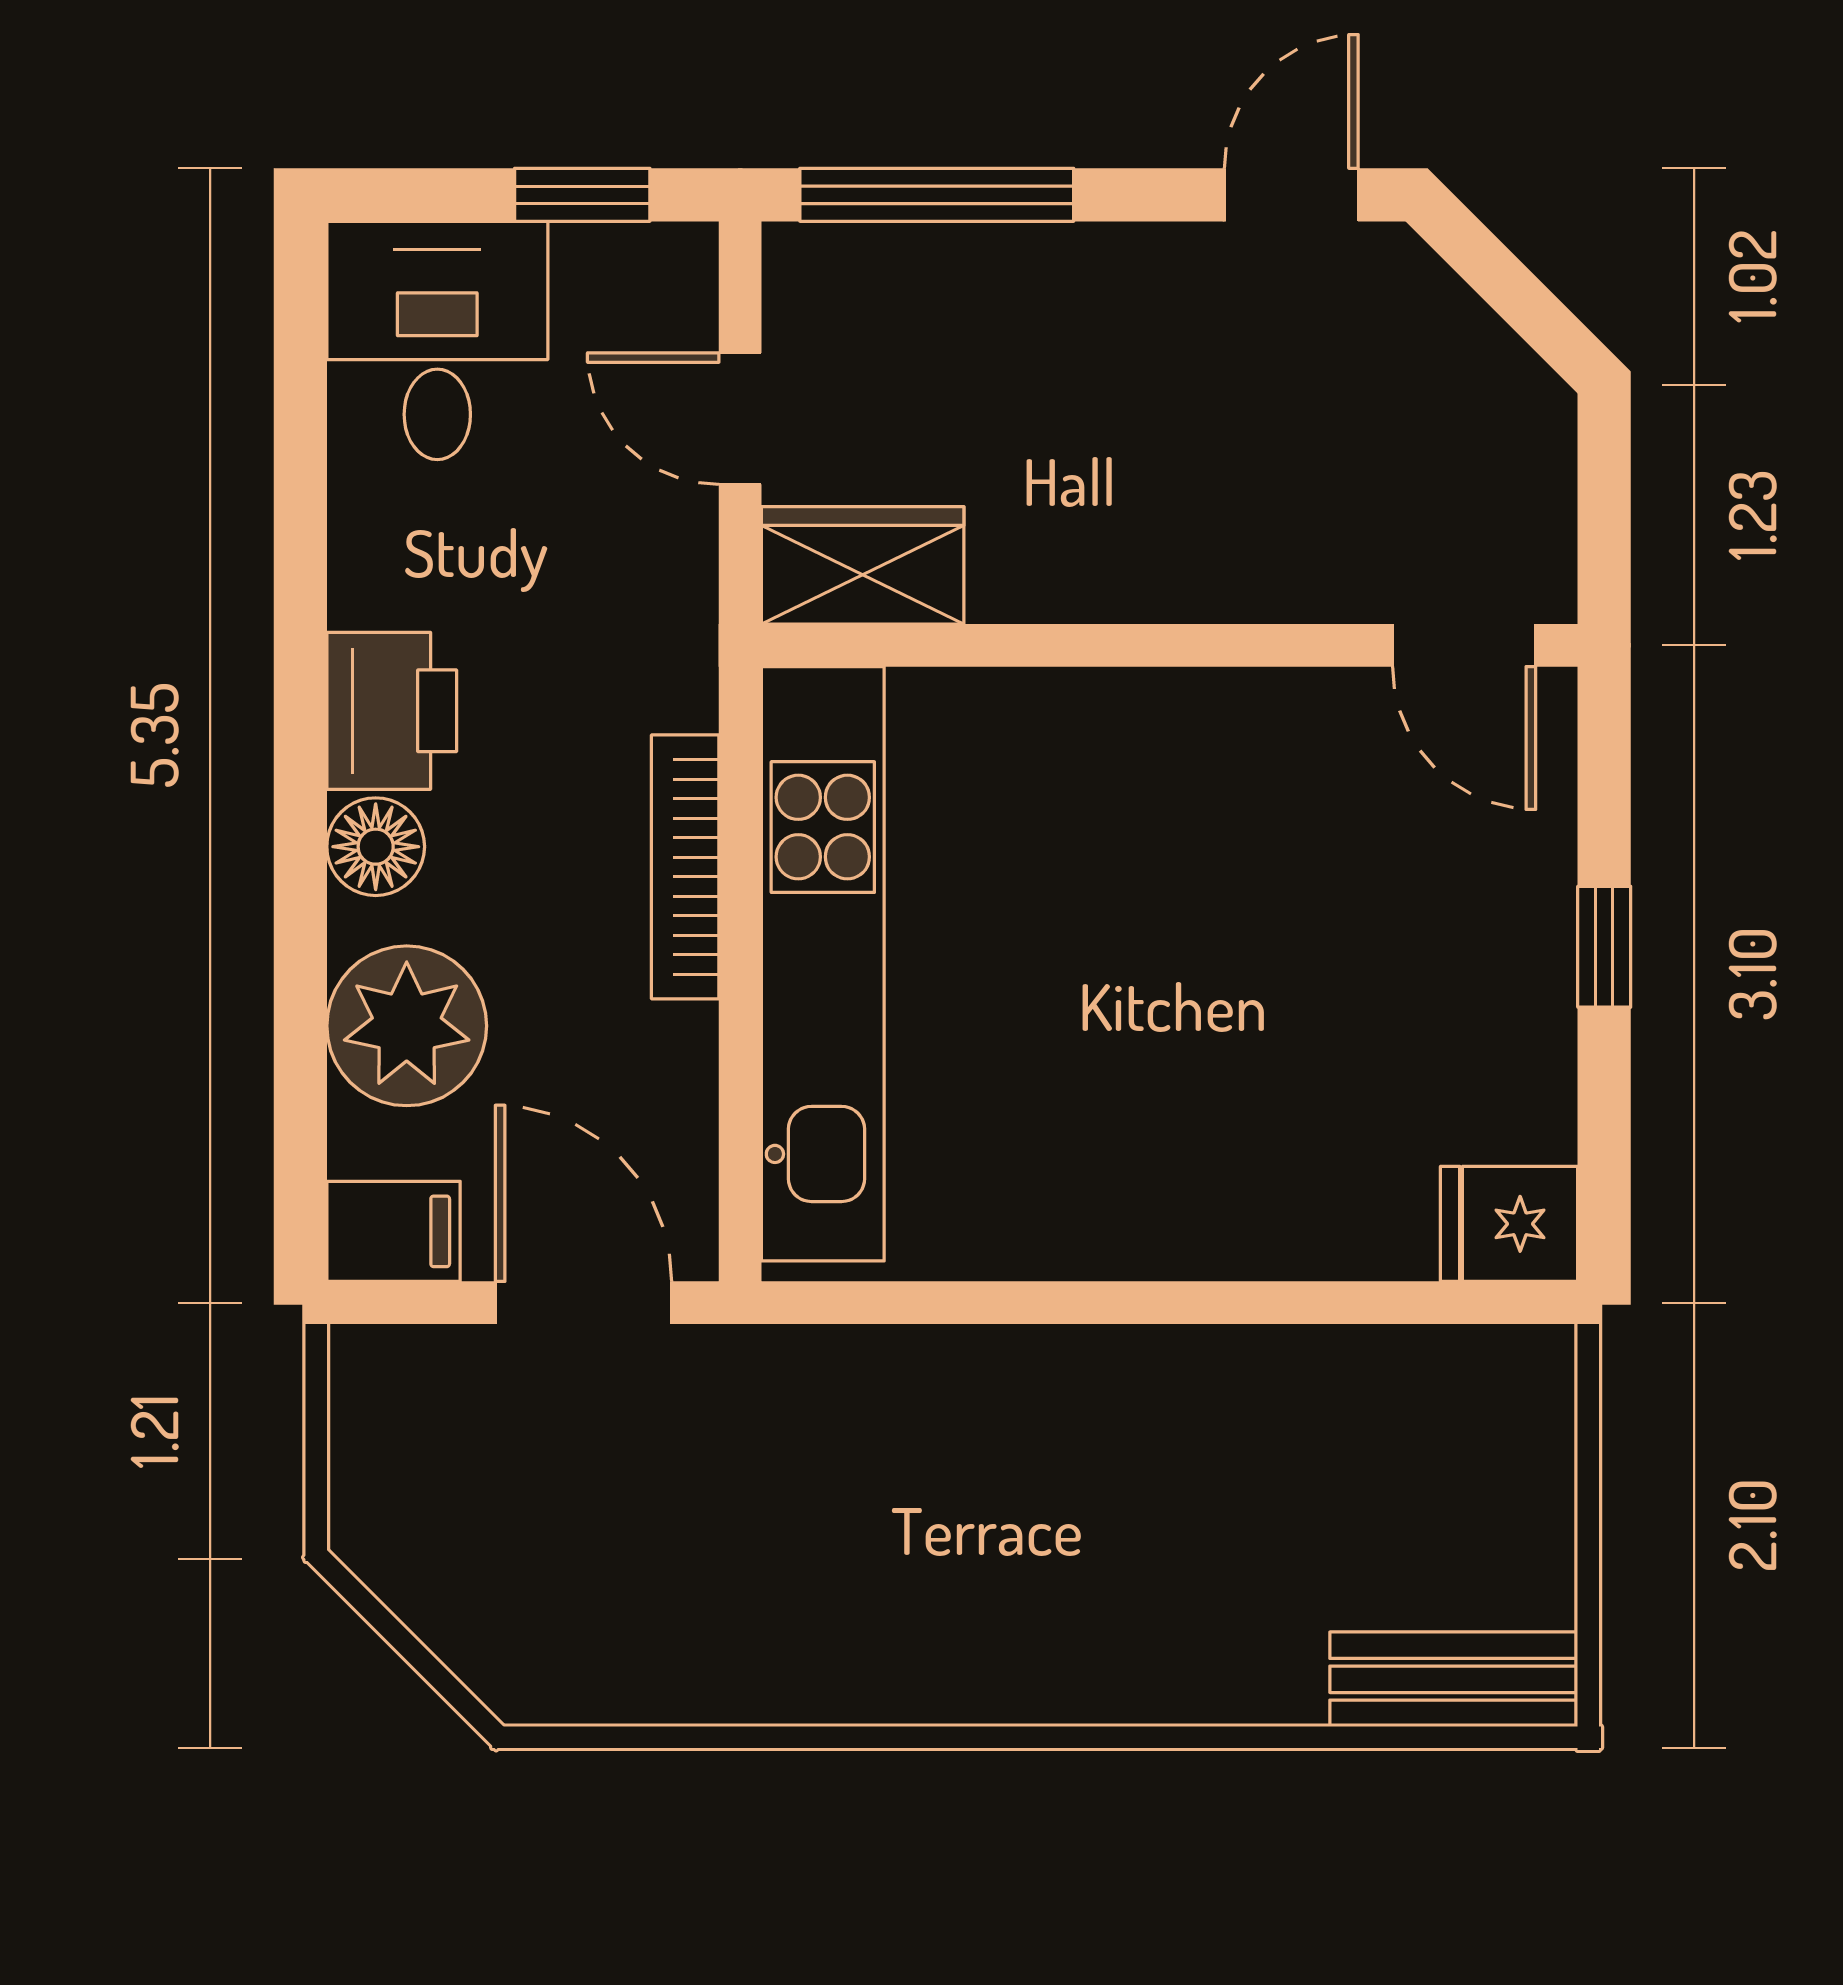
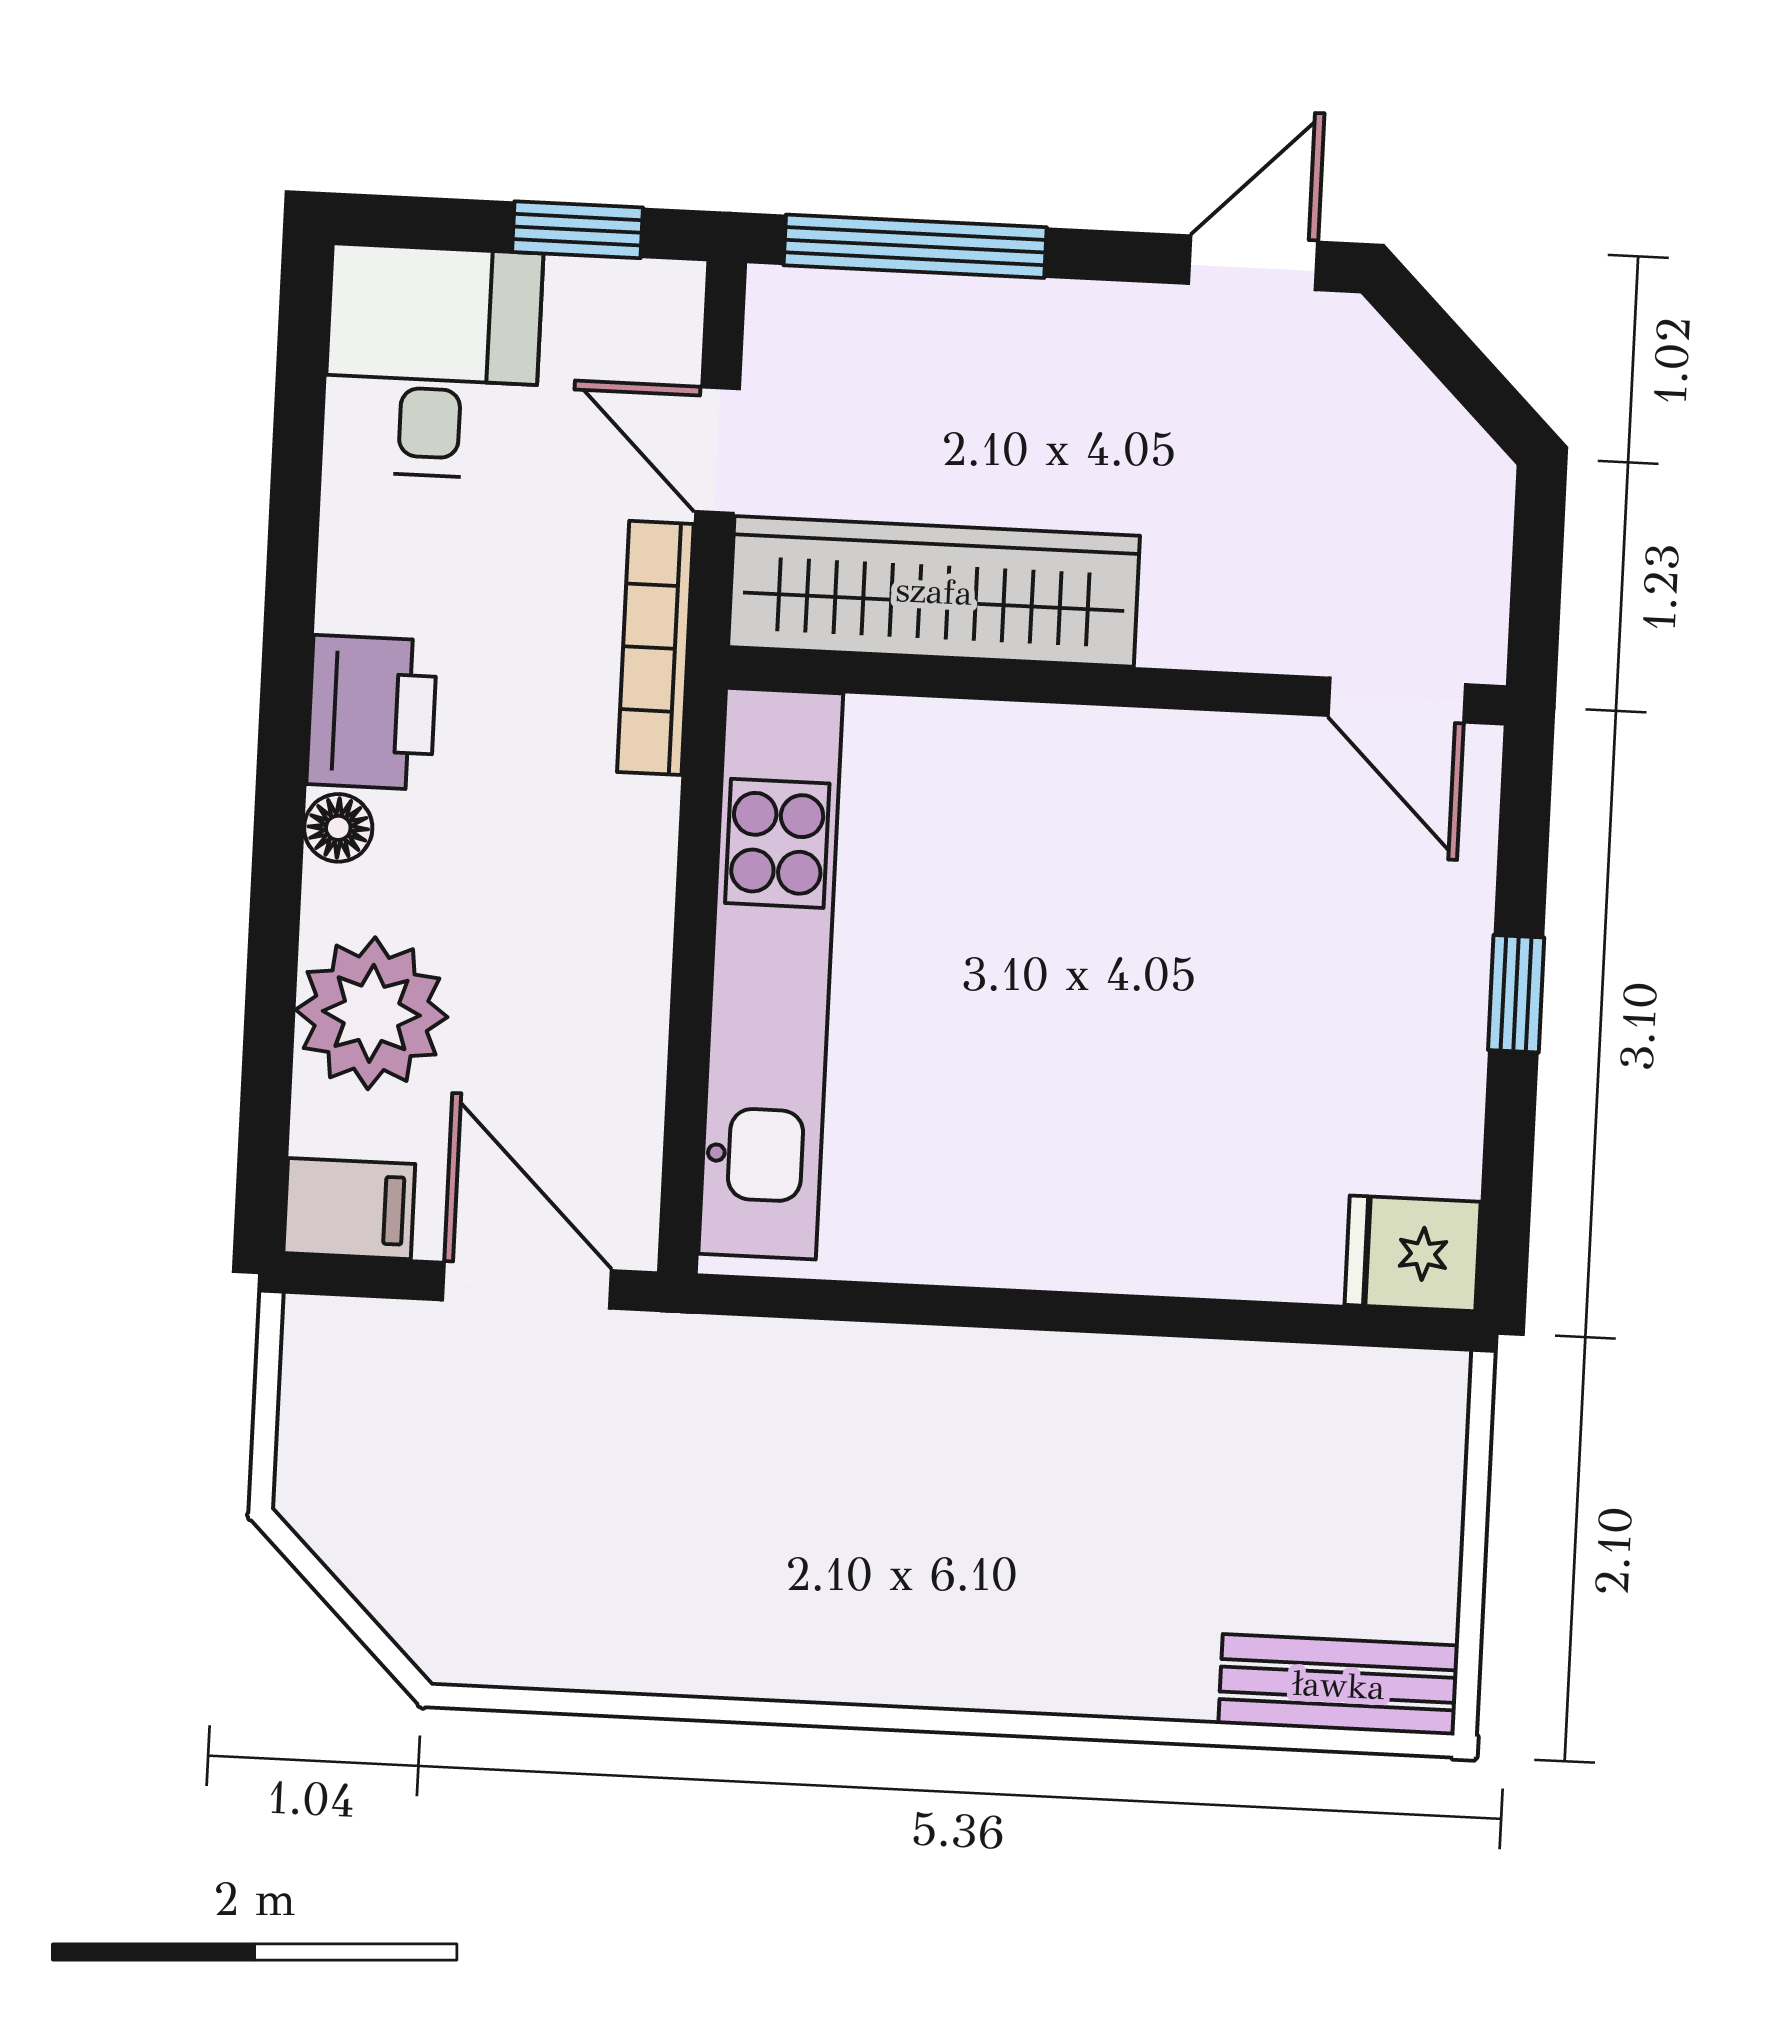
wardrobe: (863, 565) -> (934, 591), width x2.10, depth x1.17
floor lamp: (376, 847) -> (338, 828), width x0.73, depth x0.73
bookcase: (685, 867) -> (655, 648), moved

